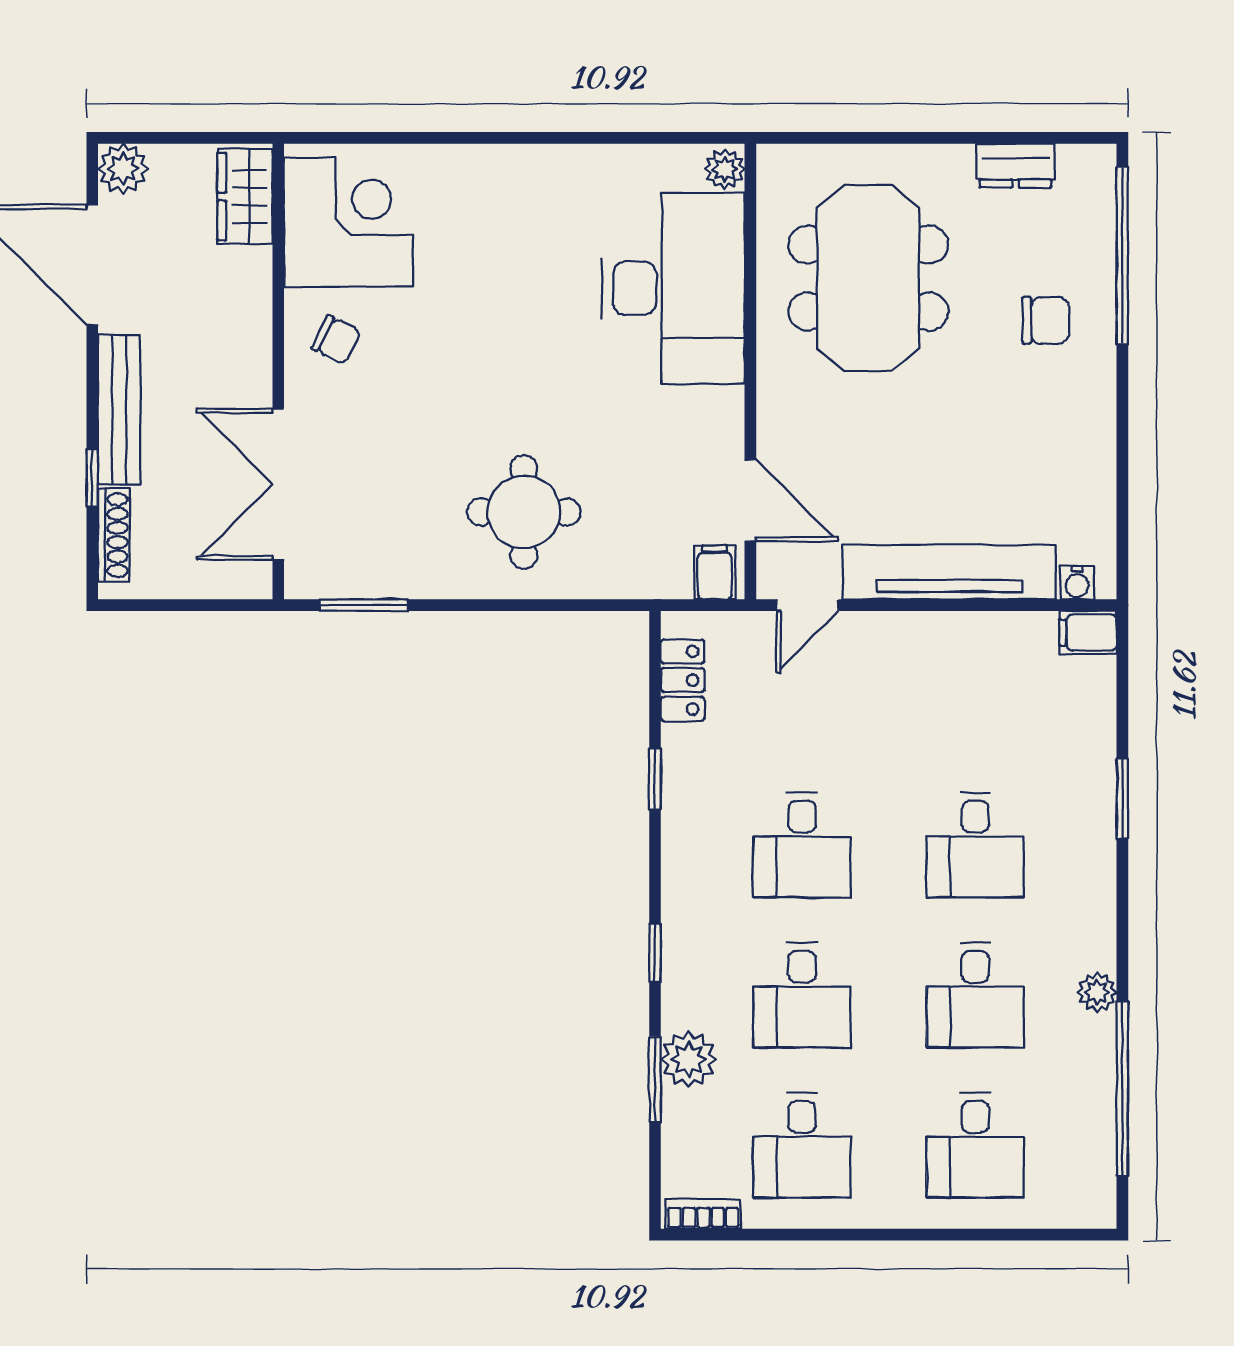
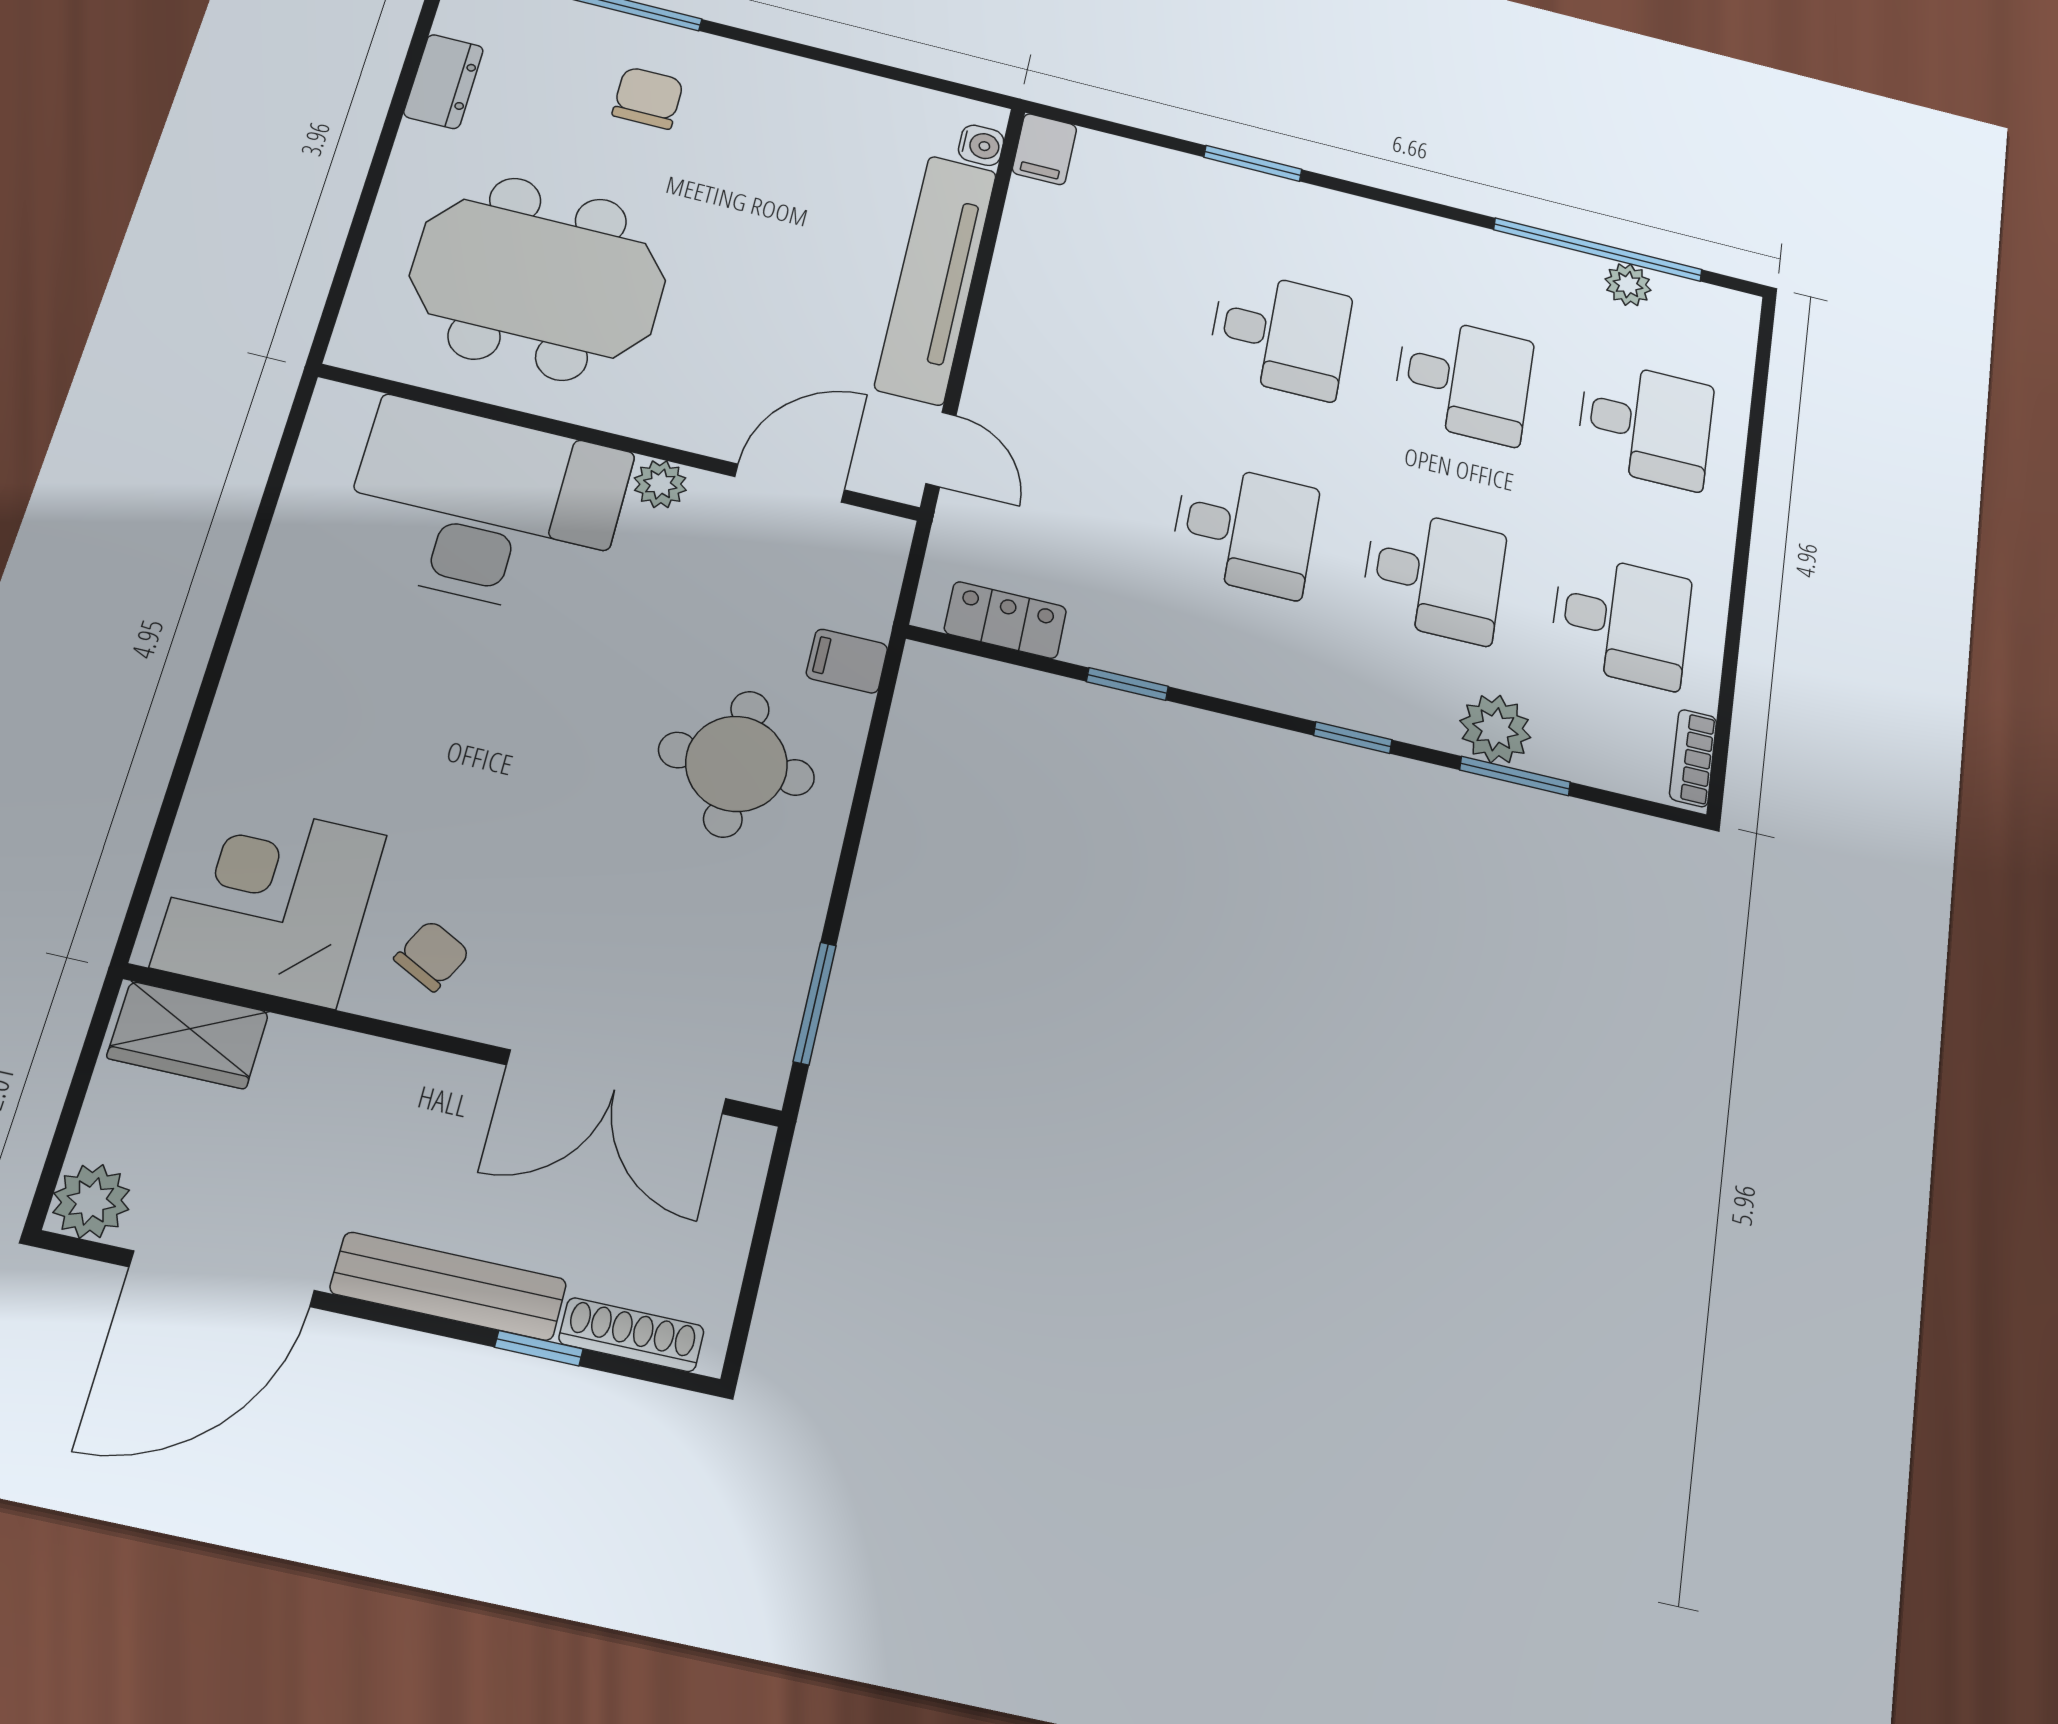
plant: (725, 169) -> (660, 484), moved
filing cabinet: (715, 572) -> (847, 661), moved
plant: (1097, 992) -> (1628, 285), moved

